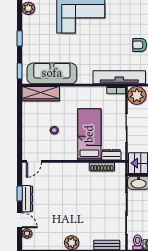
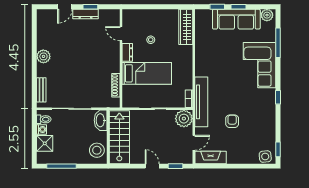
window: (20, 71) -> (217, 7), moved
sofa: (52, 73) -> (236, 19), moved, turned 90
dresser: (111, 155) -> (127, 52), moved
door: (34, 161) -> (121, 34), moved
plant: (27, 234) -> (52, 14), removed

